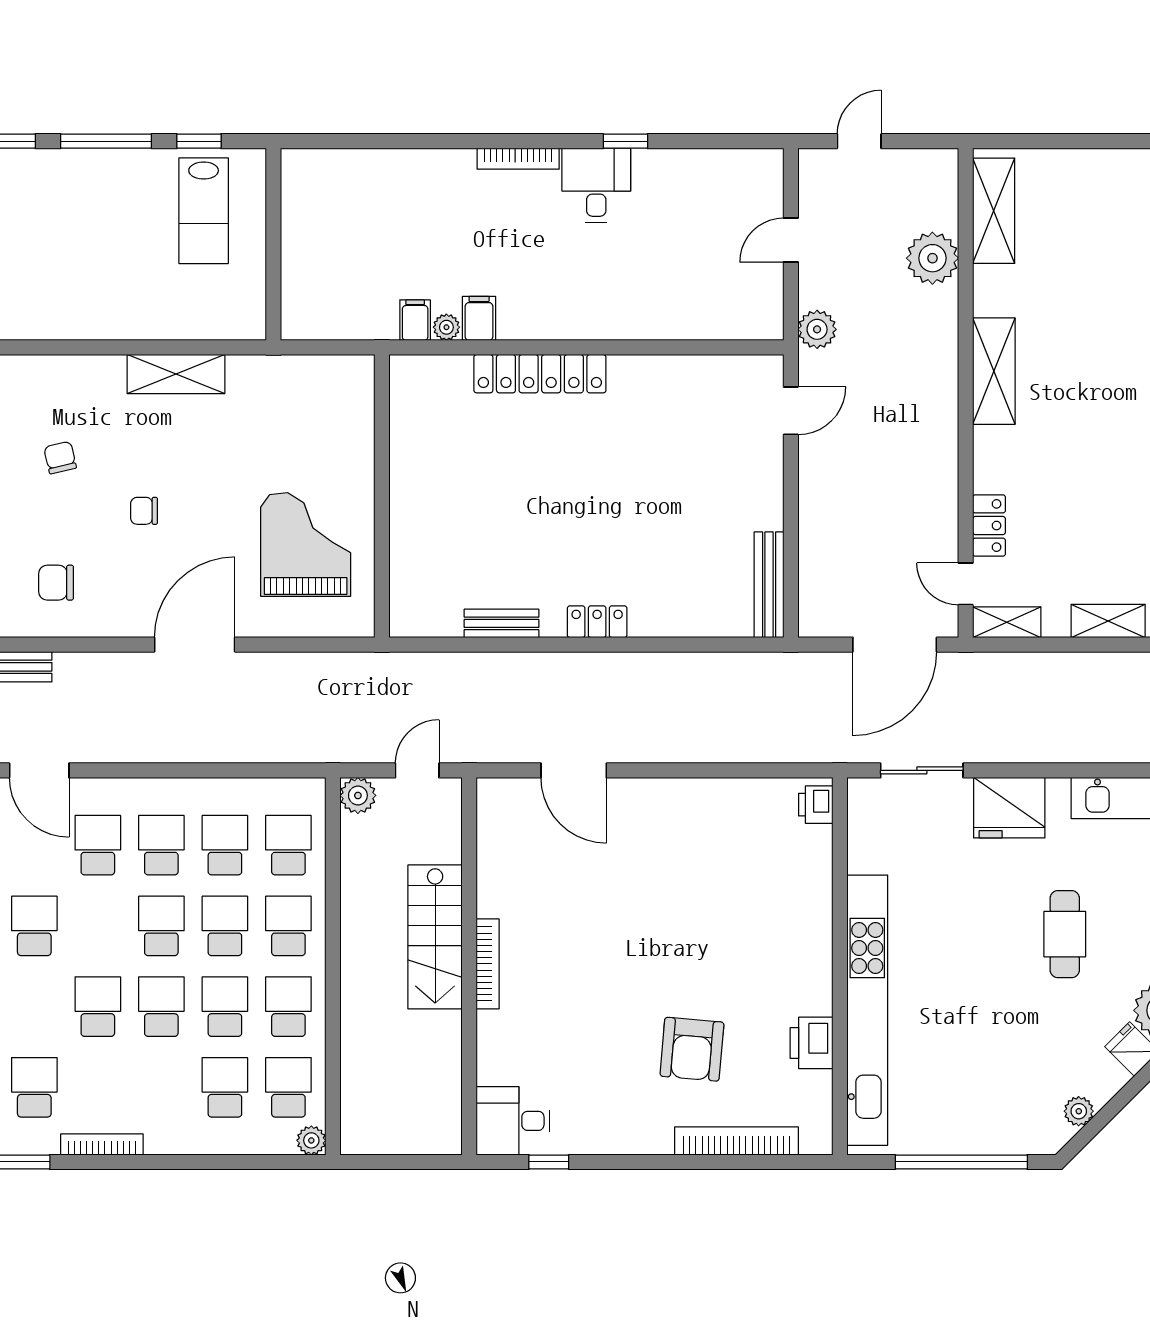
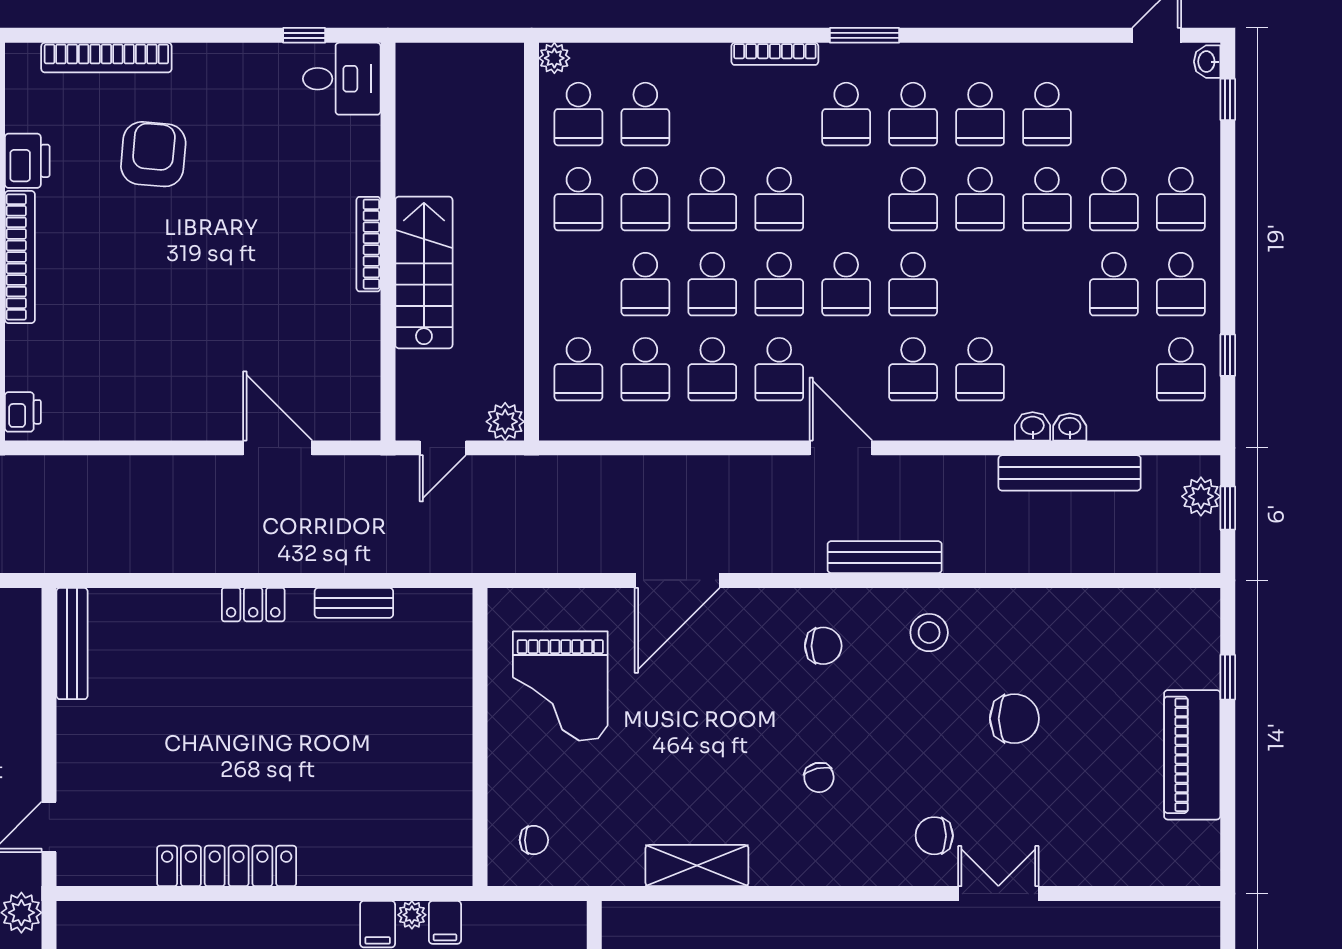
locker: (540, 374) -> (227, 866), moved
chair: (144, 511) -> (534, 840), moved
school desk: (288, 926) -> (779, 284), moved
bookcase: (819, 952) -> (20, 257), added

